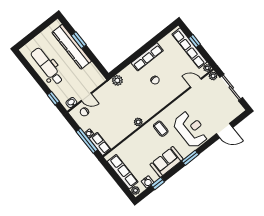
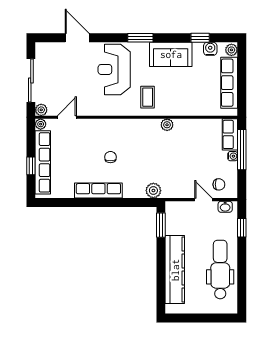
window: (79, 40) -> (161, 225), moved
dental chair: (47, 66) -> (220, 270), turned 180
door: (196, 83) -> (67, 117), swing flipped

